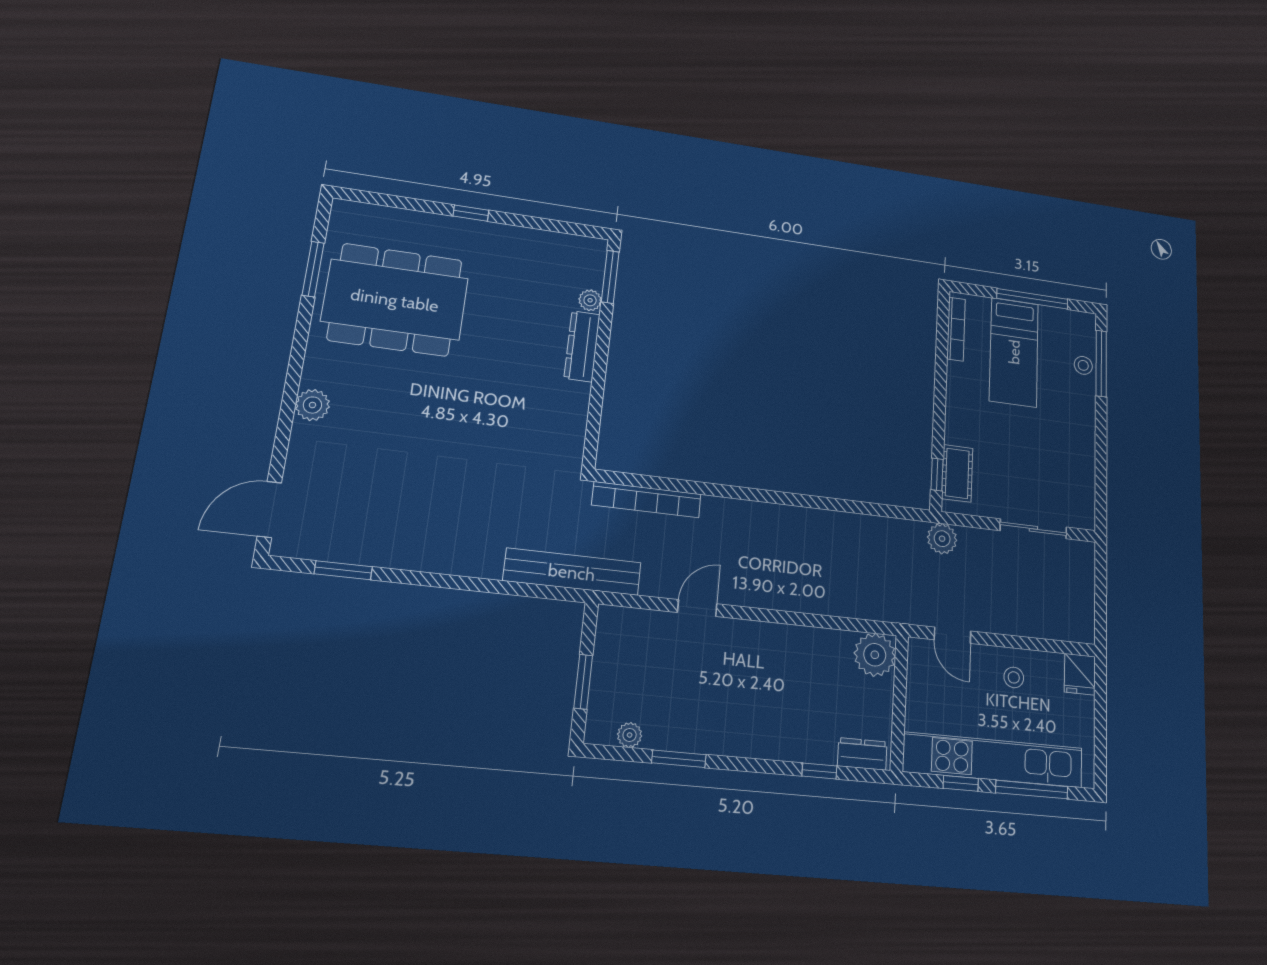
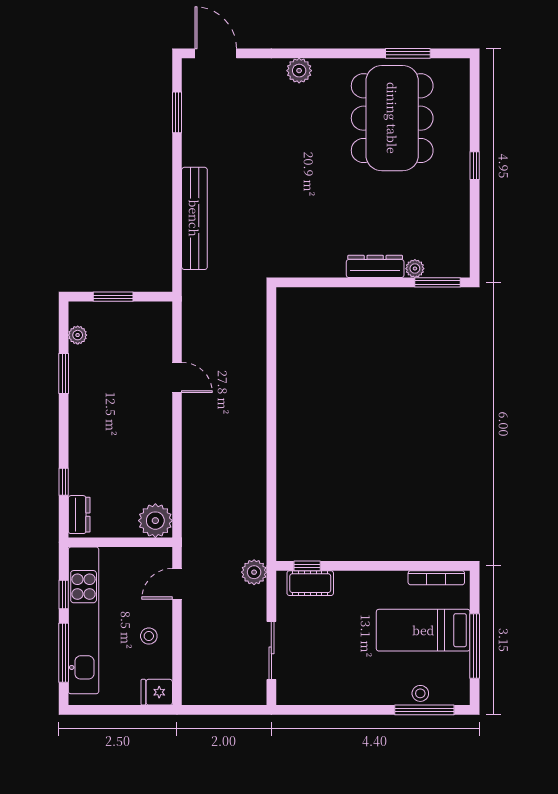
bookcase: (647, 500) -> (257, 330), removed
bench: (572, 572) -> (194, 218), moved

